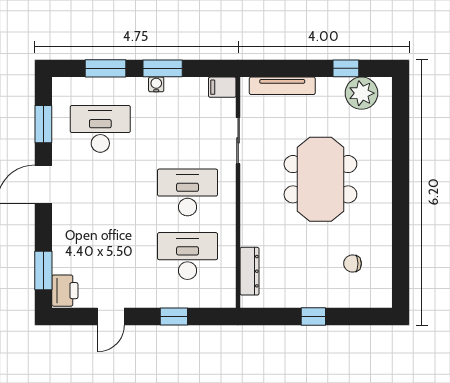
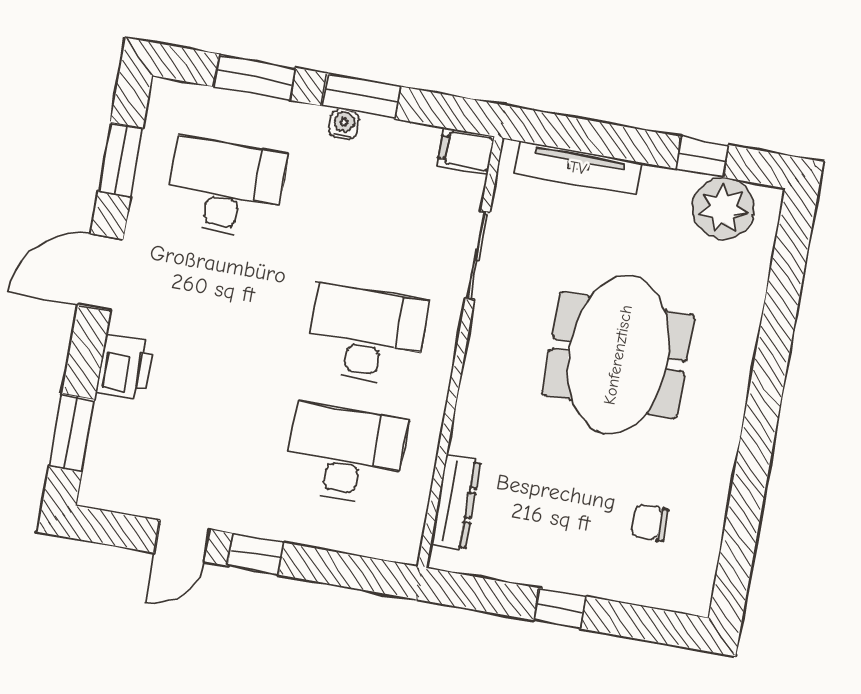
printer: (65, 291) -> (125, 368), moved
window: (174, 317) -> (256, 554), moved

